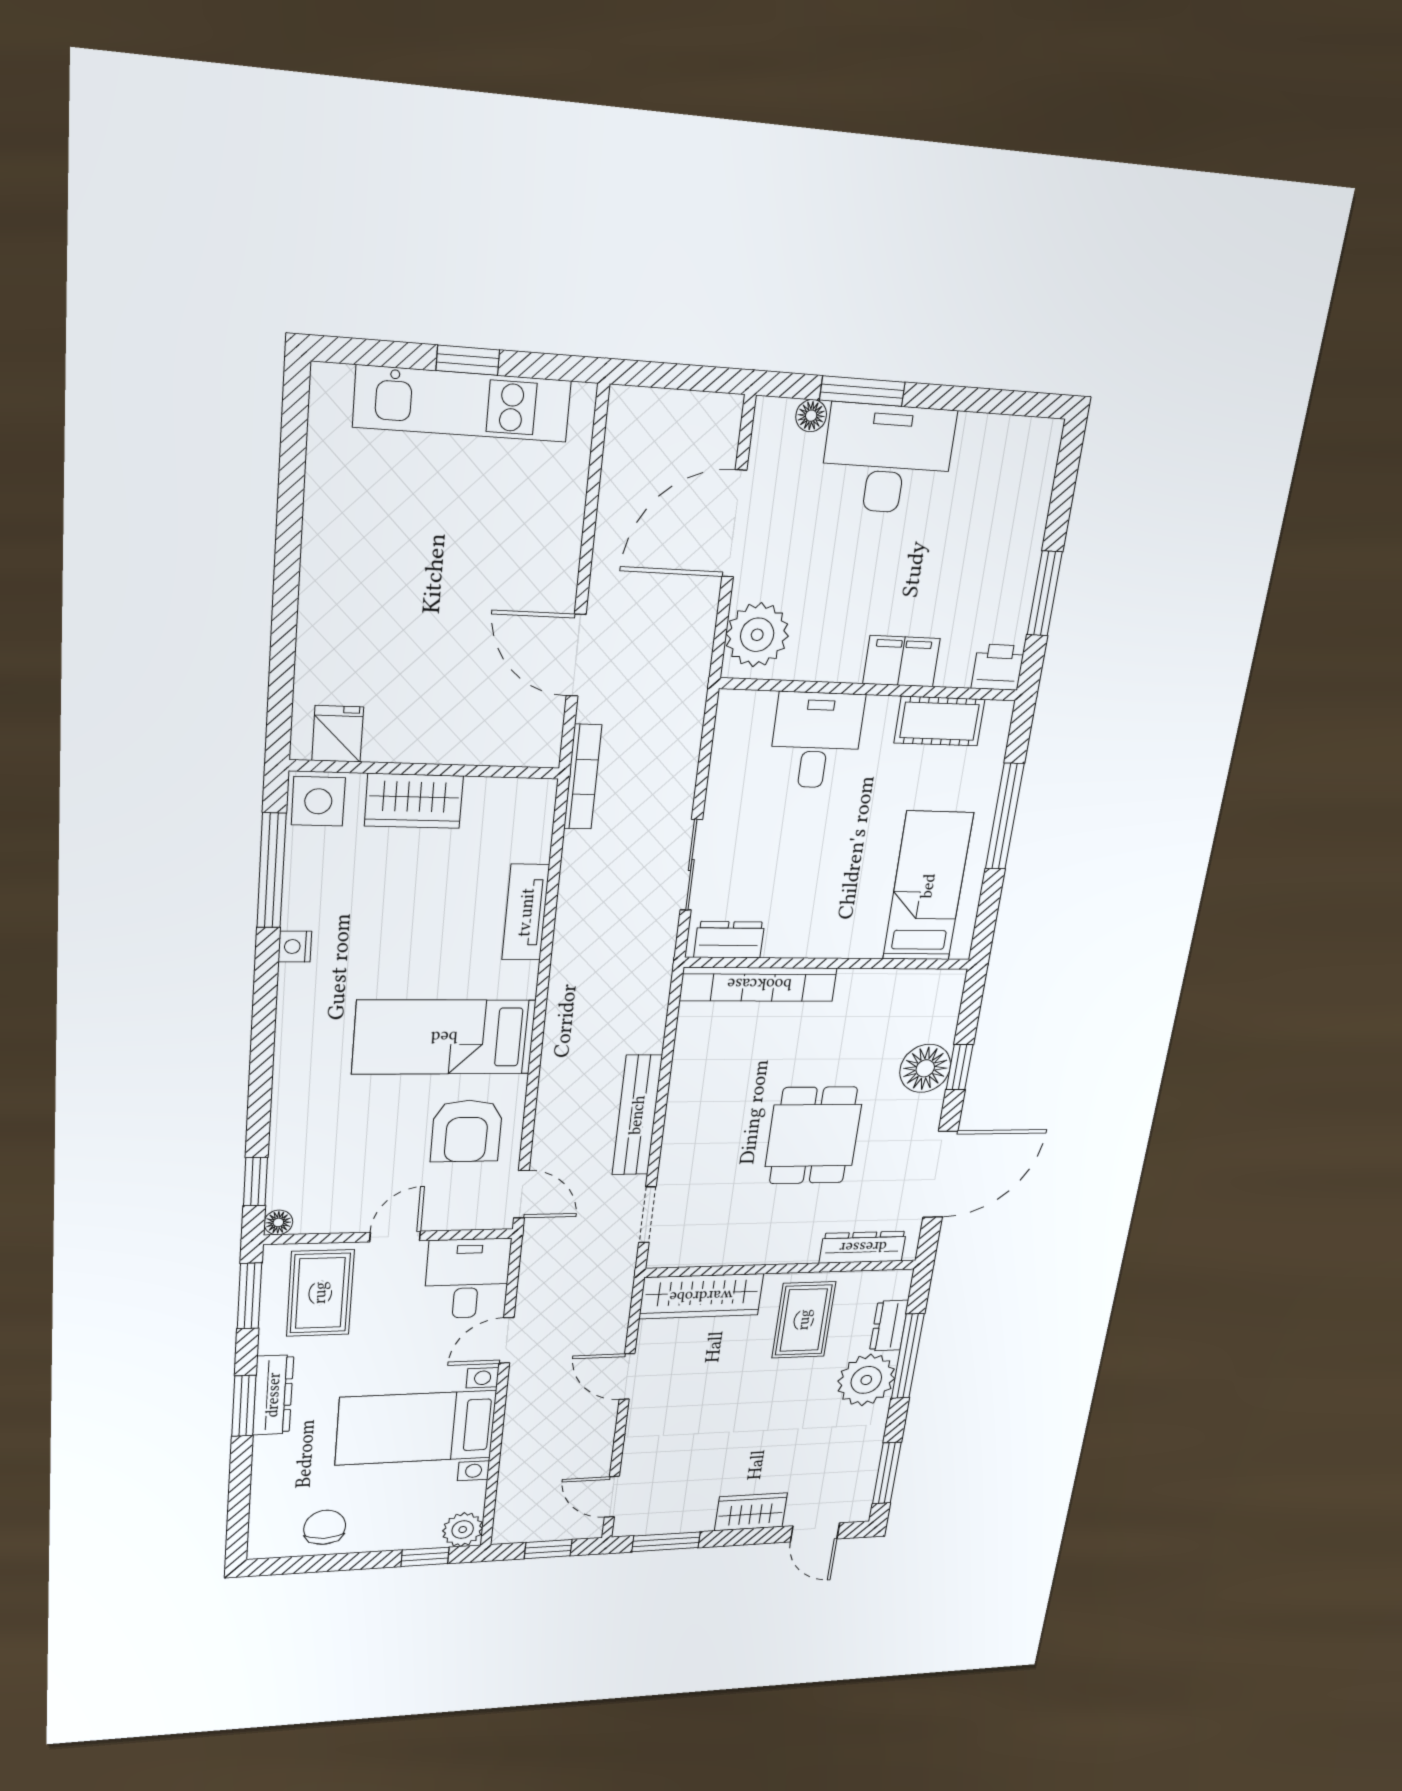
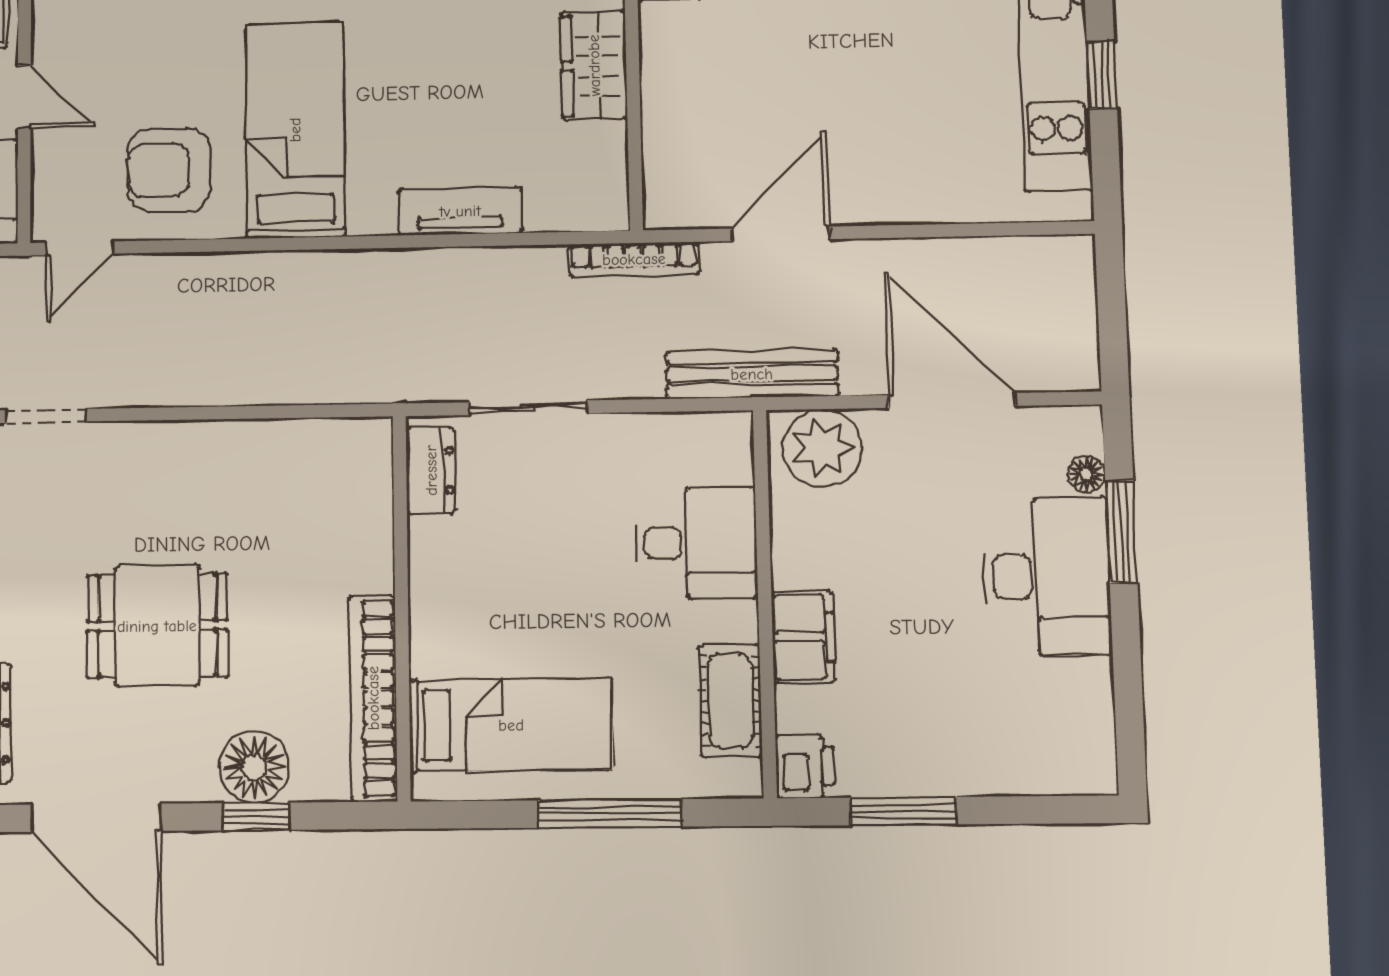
bookcase: (759, 984) -> (373, 698), moved
bench: (637, 1115) -> (752, 374), moved

